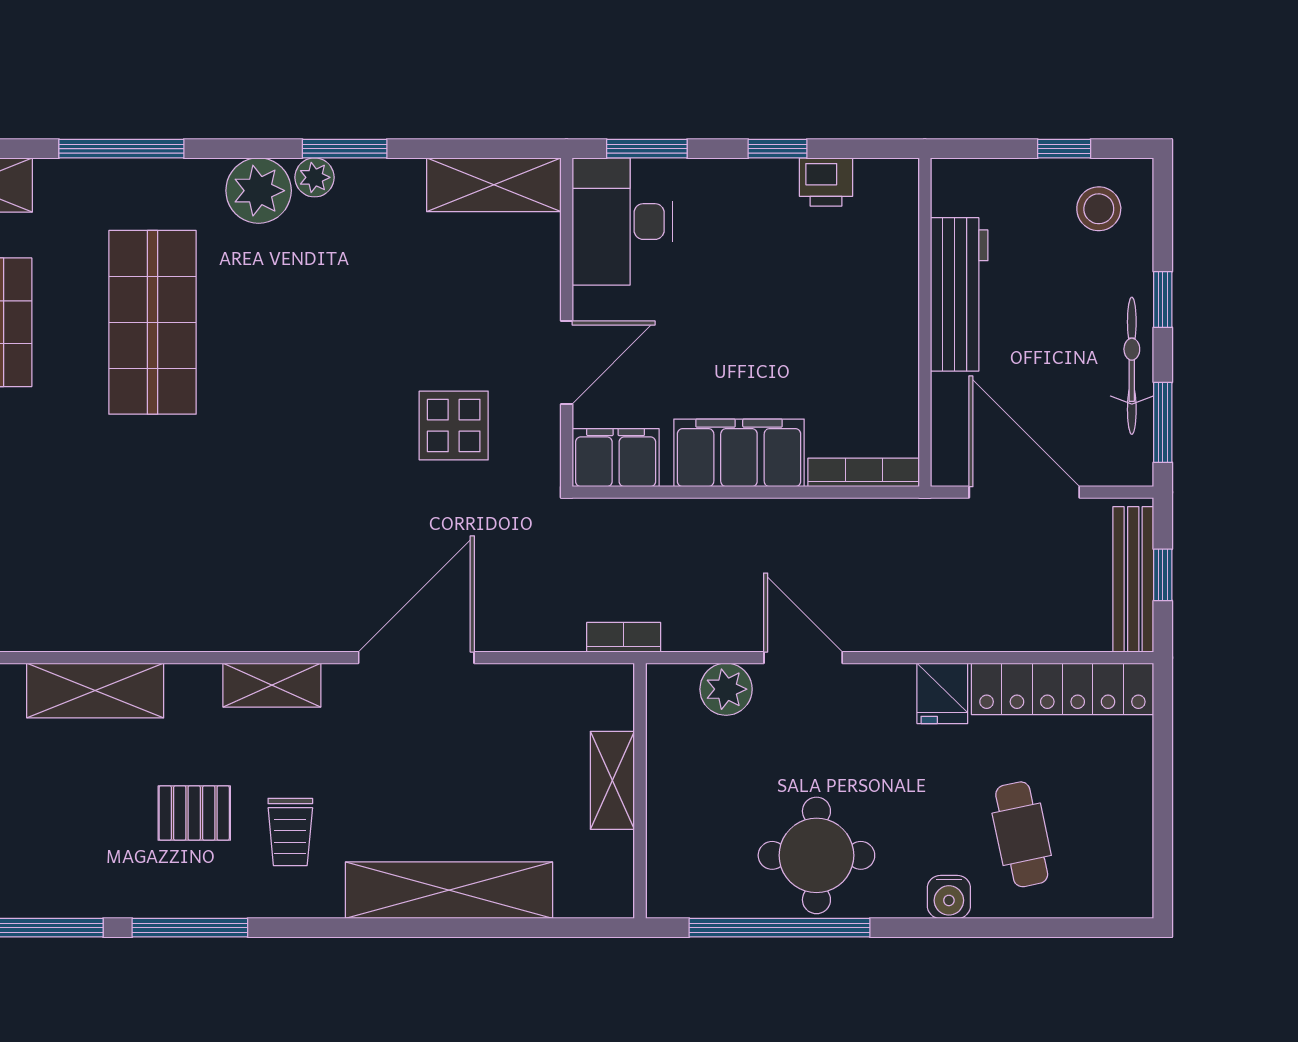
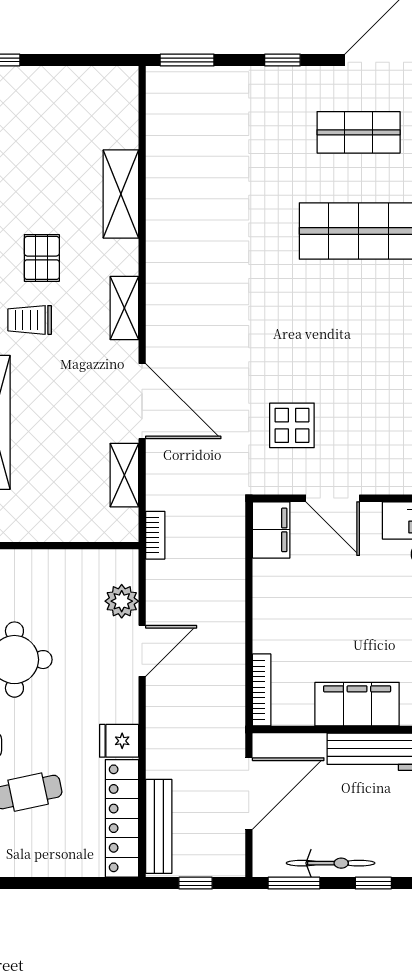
filing cabinet: (739, 453) -> (357, 704), moved, turned -90
bench: (1133, 579) -> (159, 826), moved, turned 90
shelving: (612, 780) -> (124, 475), moved, turned 90

